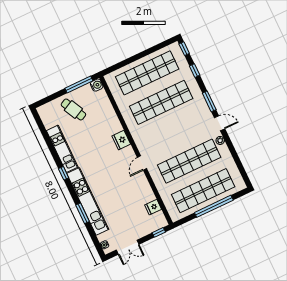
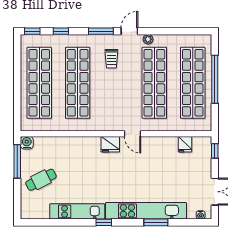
trolley: (192, 120) -> (111, 59), added
fridge: (121, 140) -> (110, 144), moved

